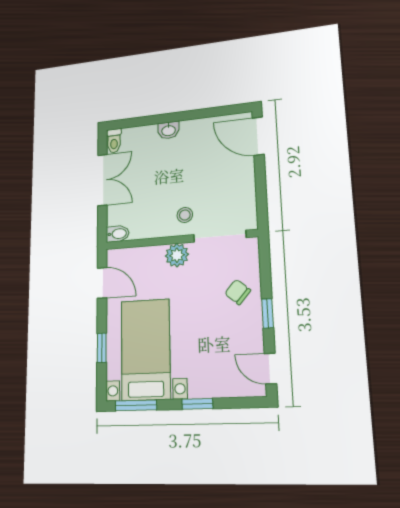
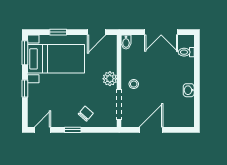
washbasin: (169, 130) -> (189, 90), moved
door: (258, 136) -> (151, 130), moved
toilet: (114, 141) -> (186, 52), moved

